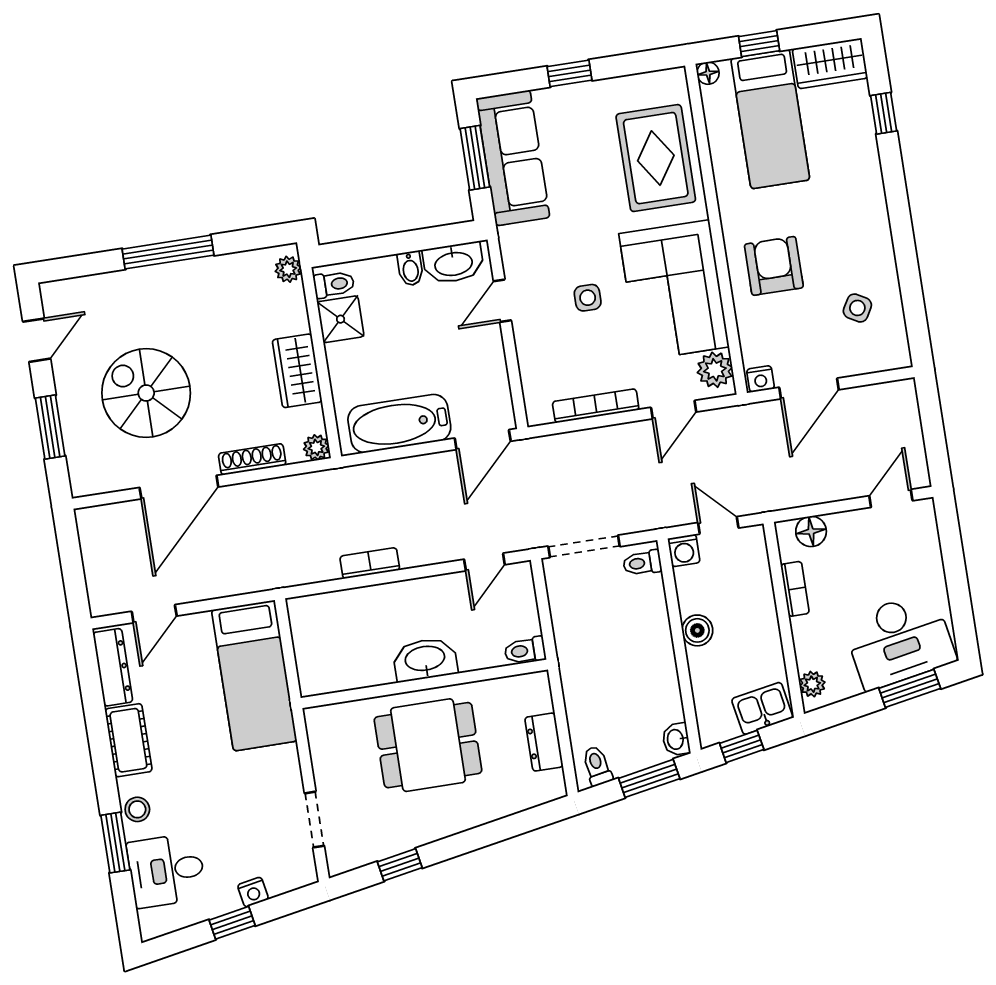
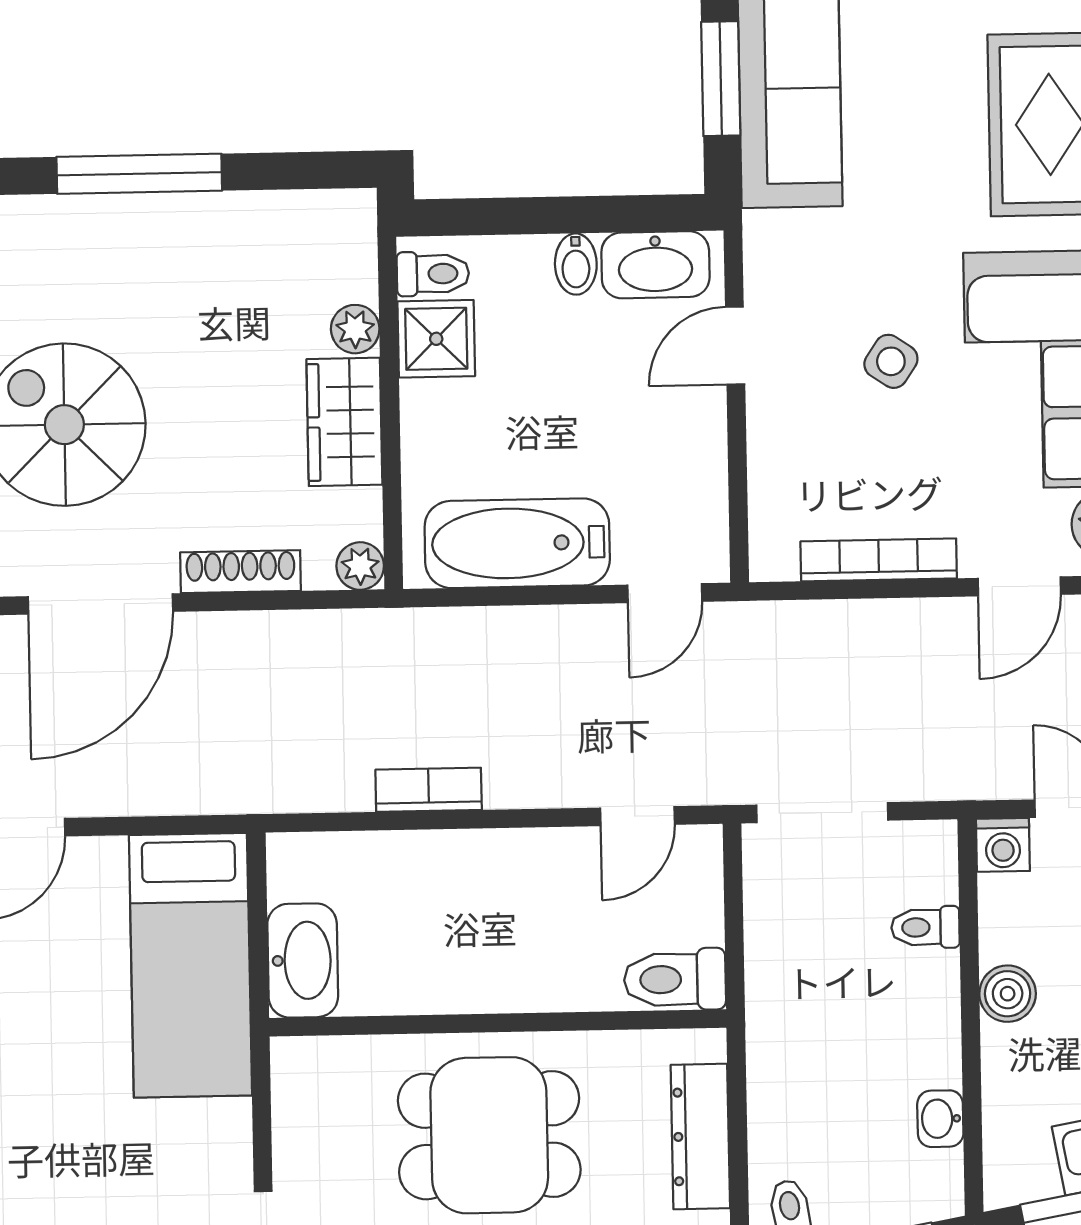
plant: (288, 269) -> (355, 329), moved
side table: (588, 298) -> (891, 361), turned 34
door: (483, 440) -> (665, 593), width x0.73
toilet: (642, 563) -> (925, 927), moved
toilet: (525, 651) -> (675, 979), width x1.37, depth x1.39
washbasin: (425, 659) -> (303, 960), moved, turned 90
washbasin: (676, 739) -> (940, 1119), moved
dresser: (544, 742) -> (700, 1137), width x1.44

